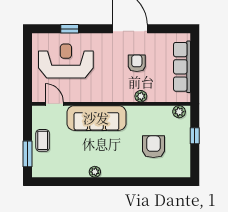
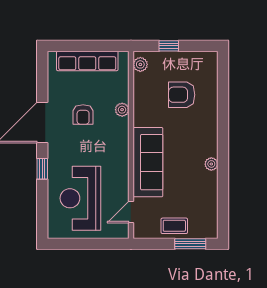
window: (70, 29) -> (42, 169), moved
armchair: (137, 63) -> (83, 114), turned -90

